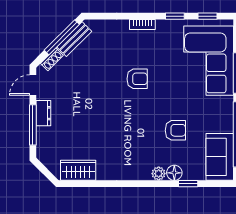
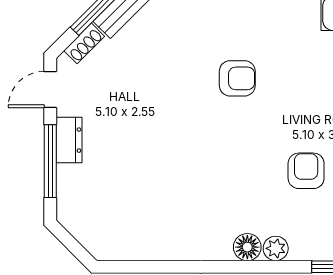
armchair: (175, 130) -> (306, 171), turned -90
wardrobe: (78, 170) -> (131, 243), removed
floor lamp: (174, 173) -> (247, 247), moved

